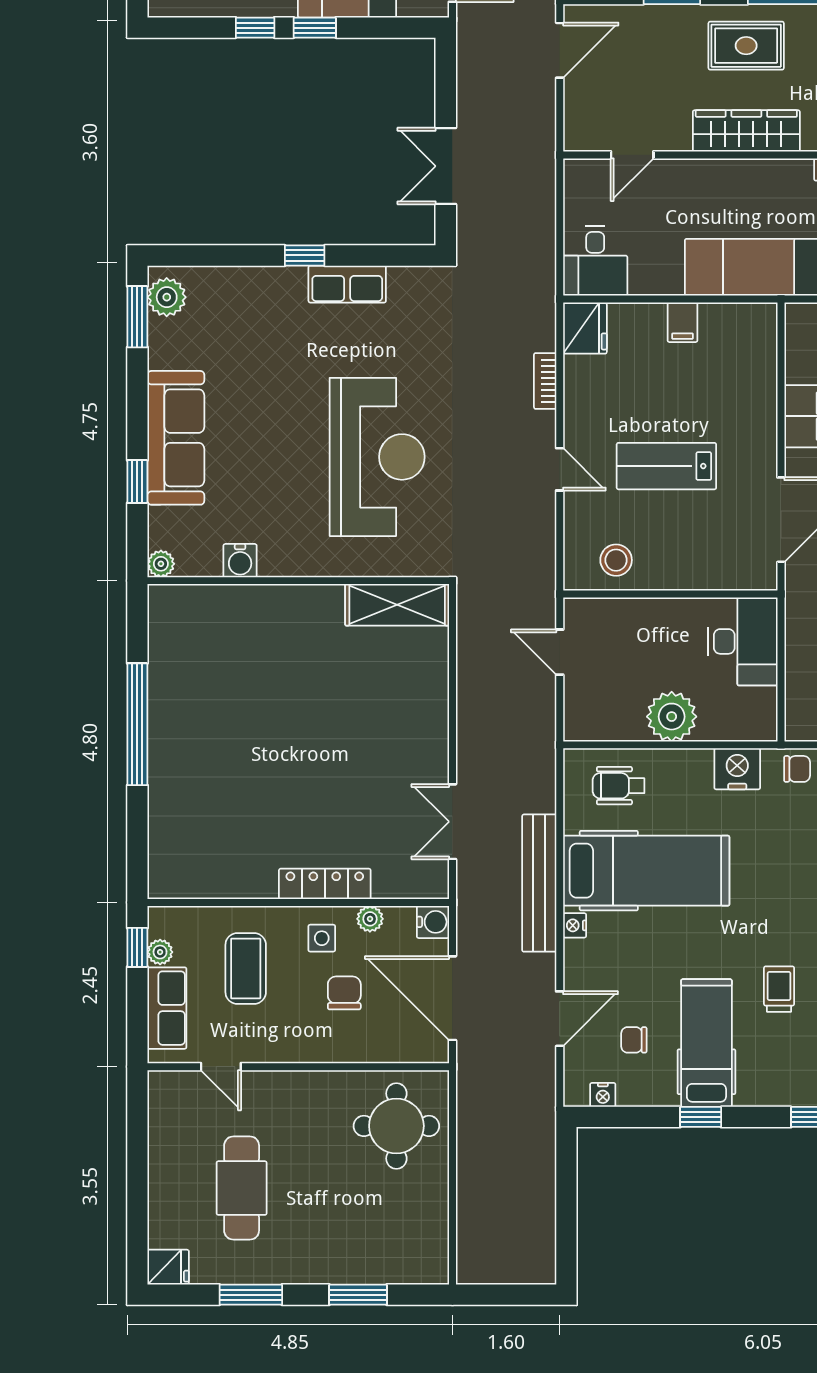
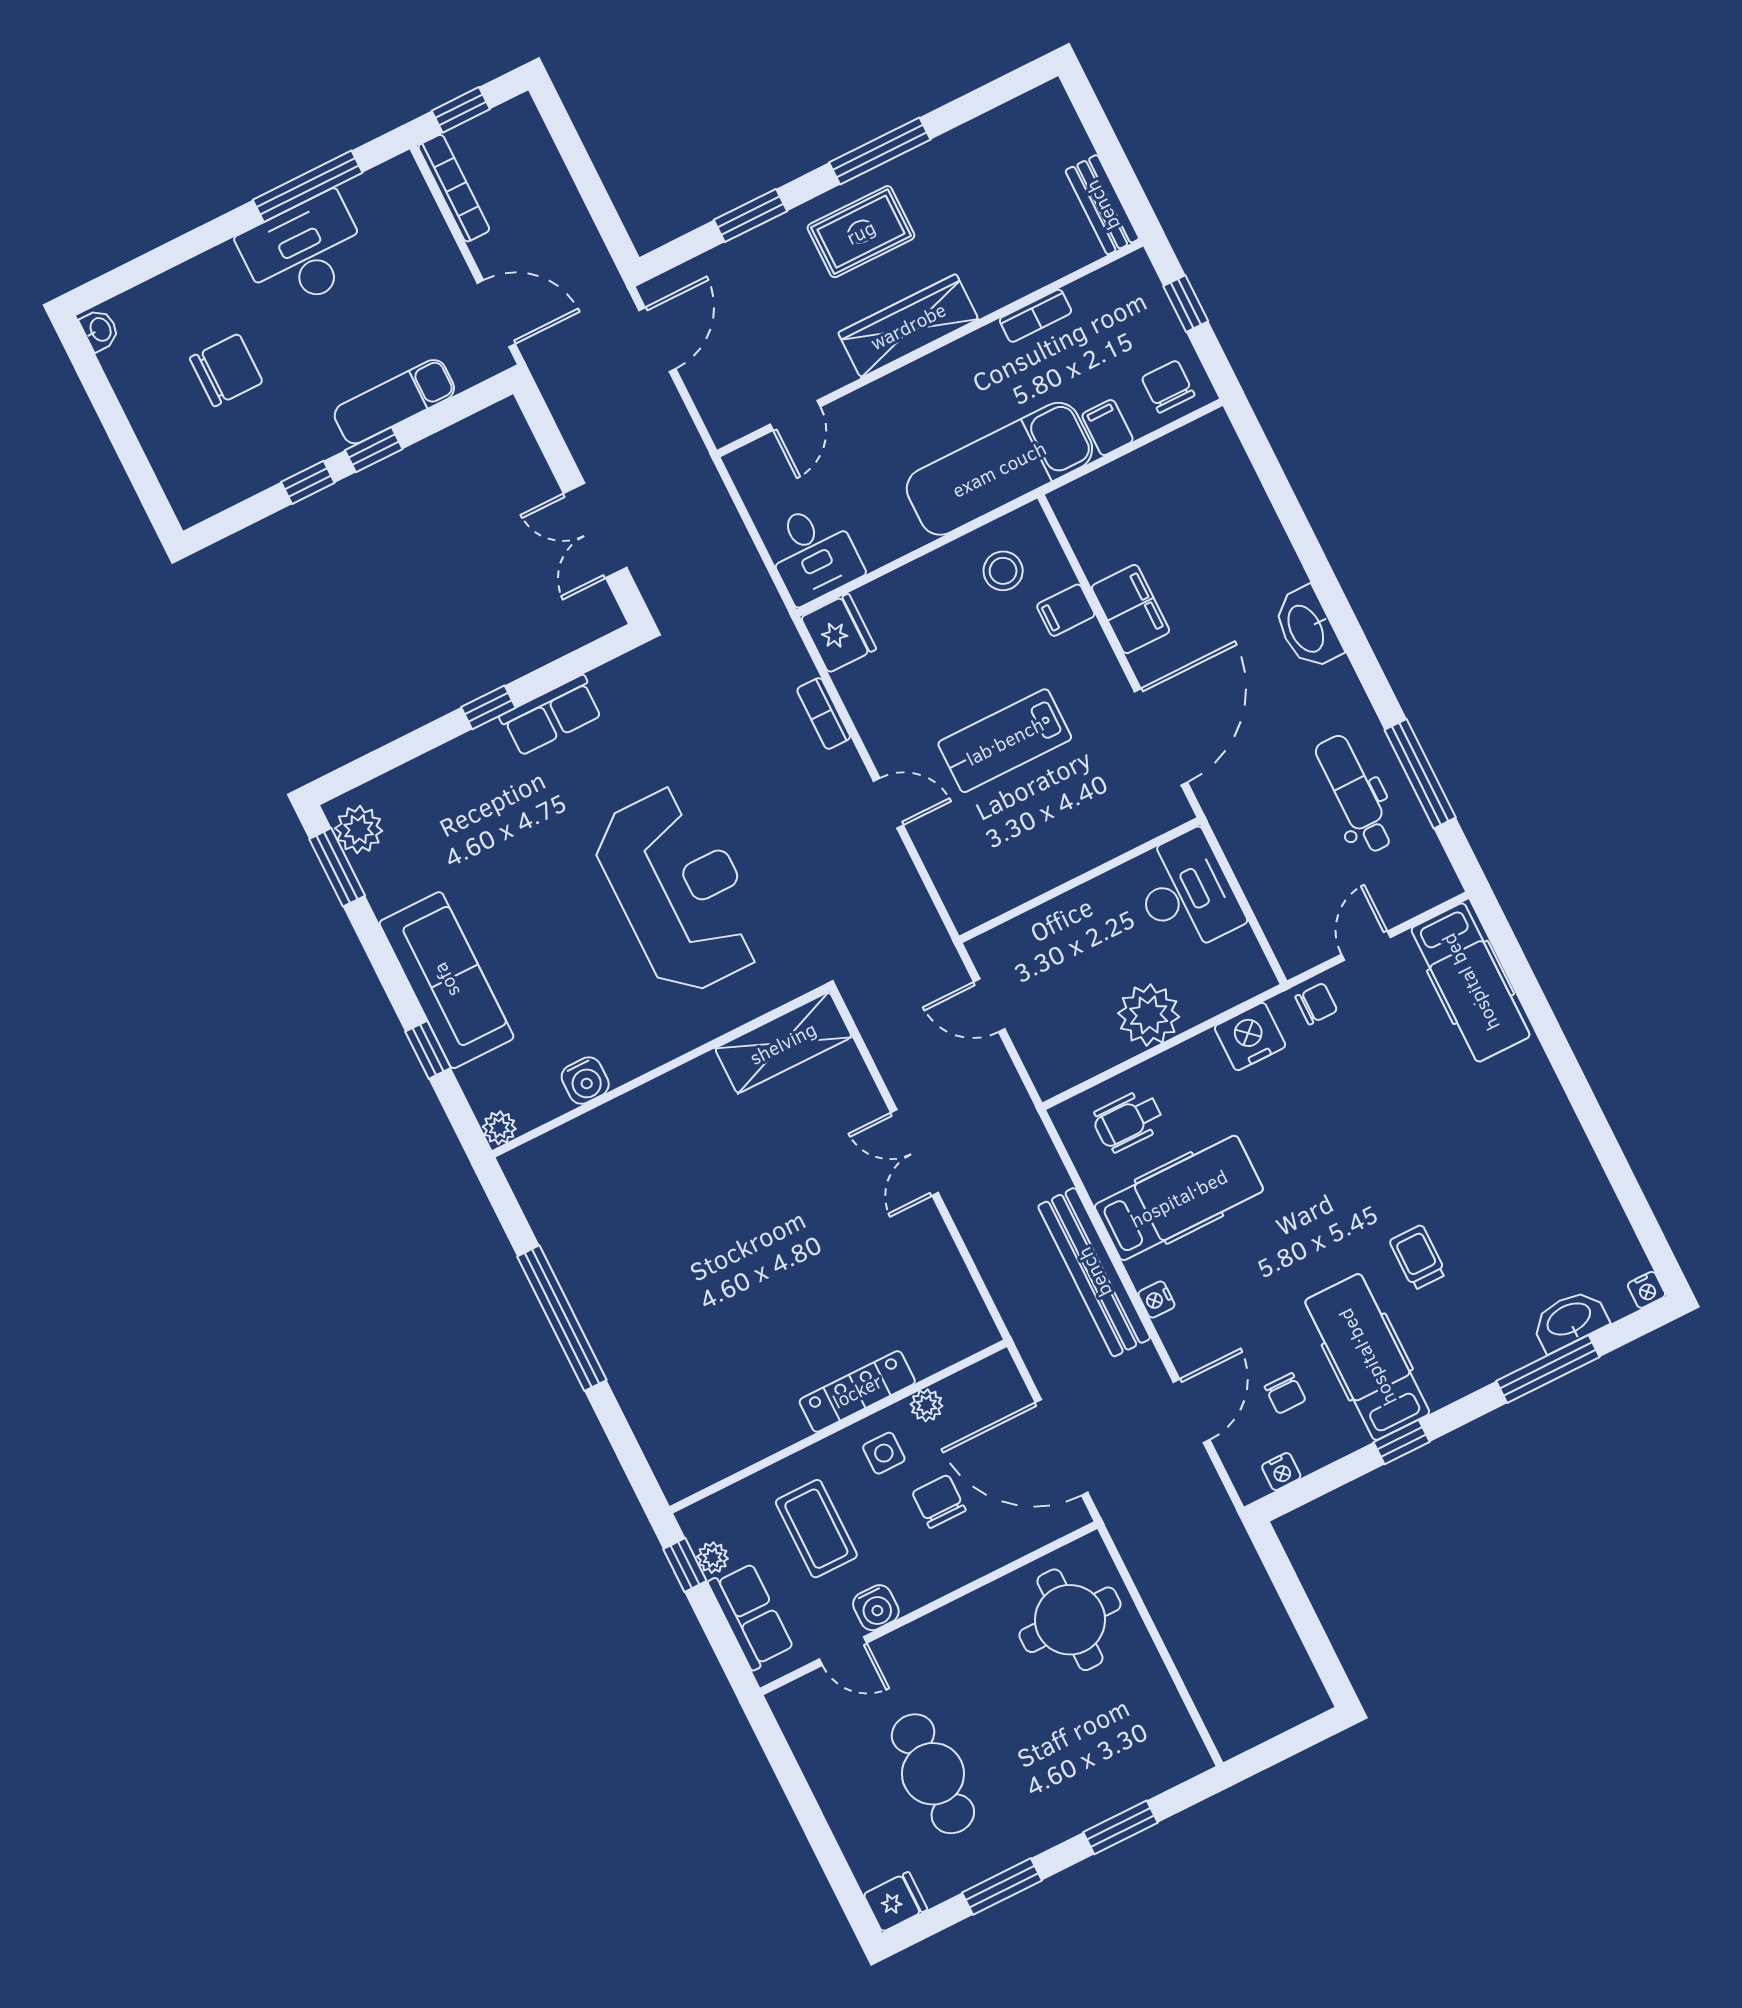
filing cabinet: (682, 322) -> (1066, 610), moved, turned 90
stool: (616, 560) -> (1003, 571), moved
double door: (452, 822) -> (915, 1153), moved
hospital bed: (646, 871) -> (1179, 1198), width x0.73, depth x0.78
water cooler: (433, 922) -> (876, 1608), moved, turned 90
chair: (634, 1040) -> (1285, 1393), turned -90

